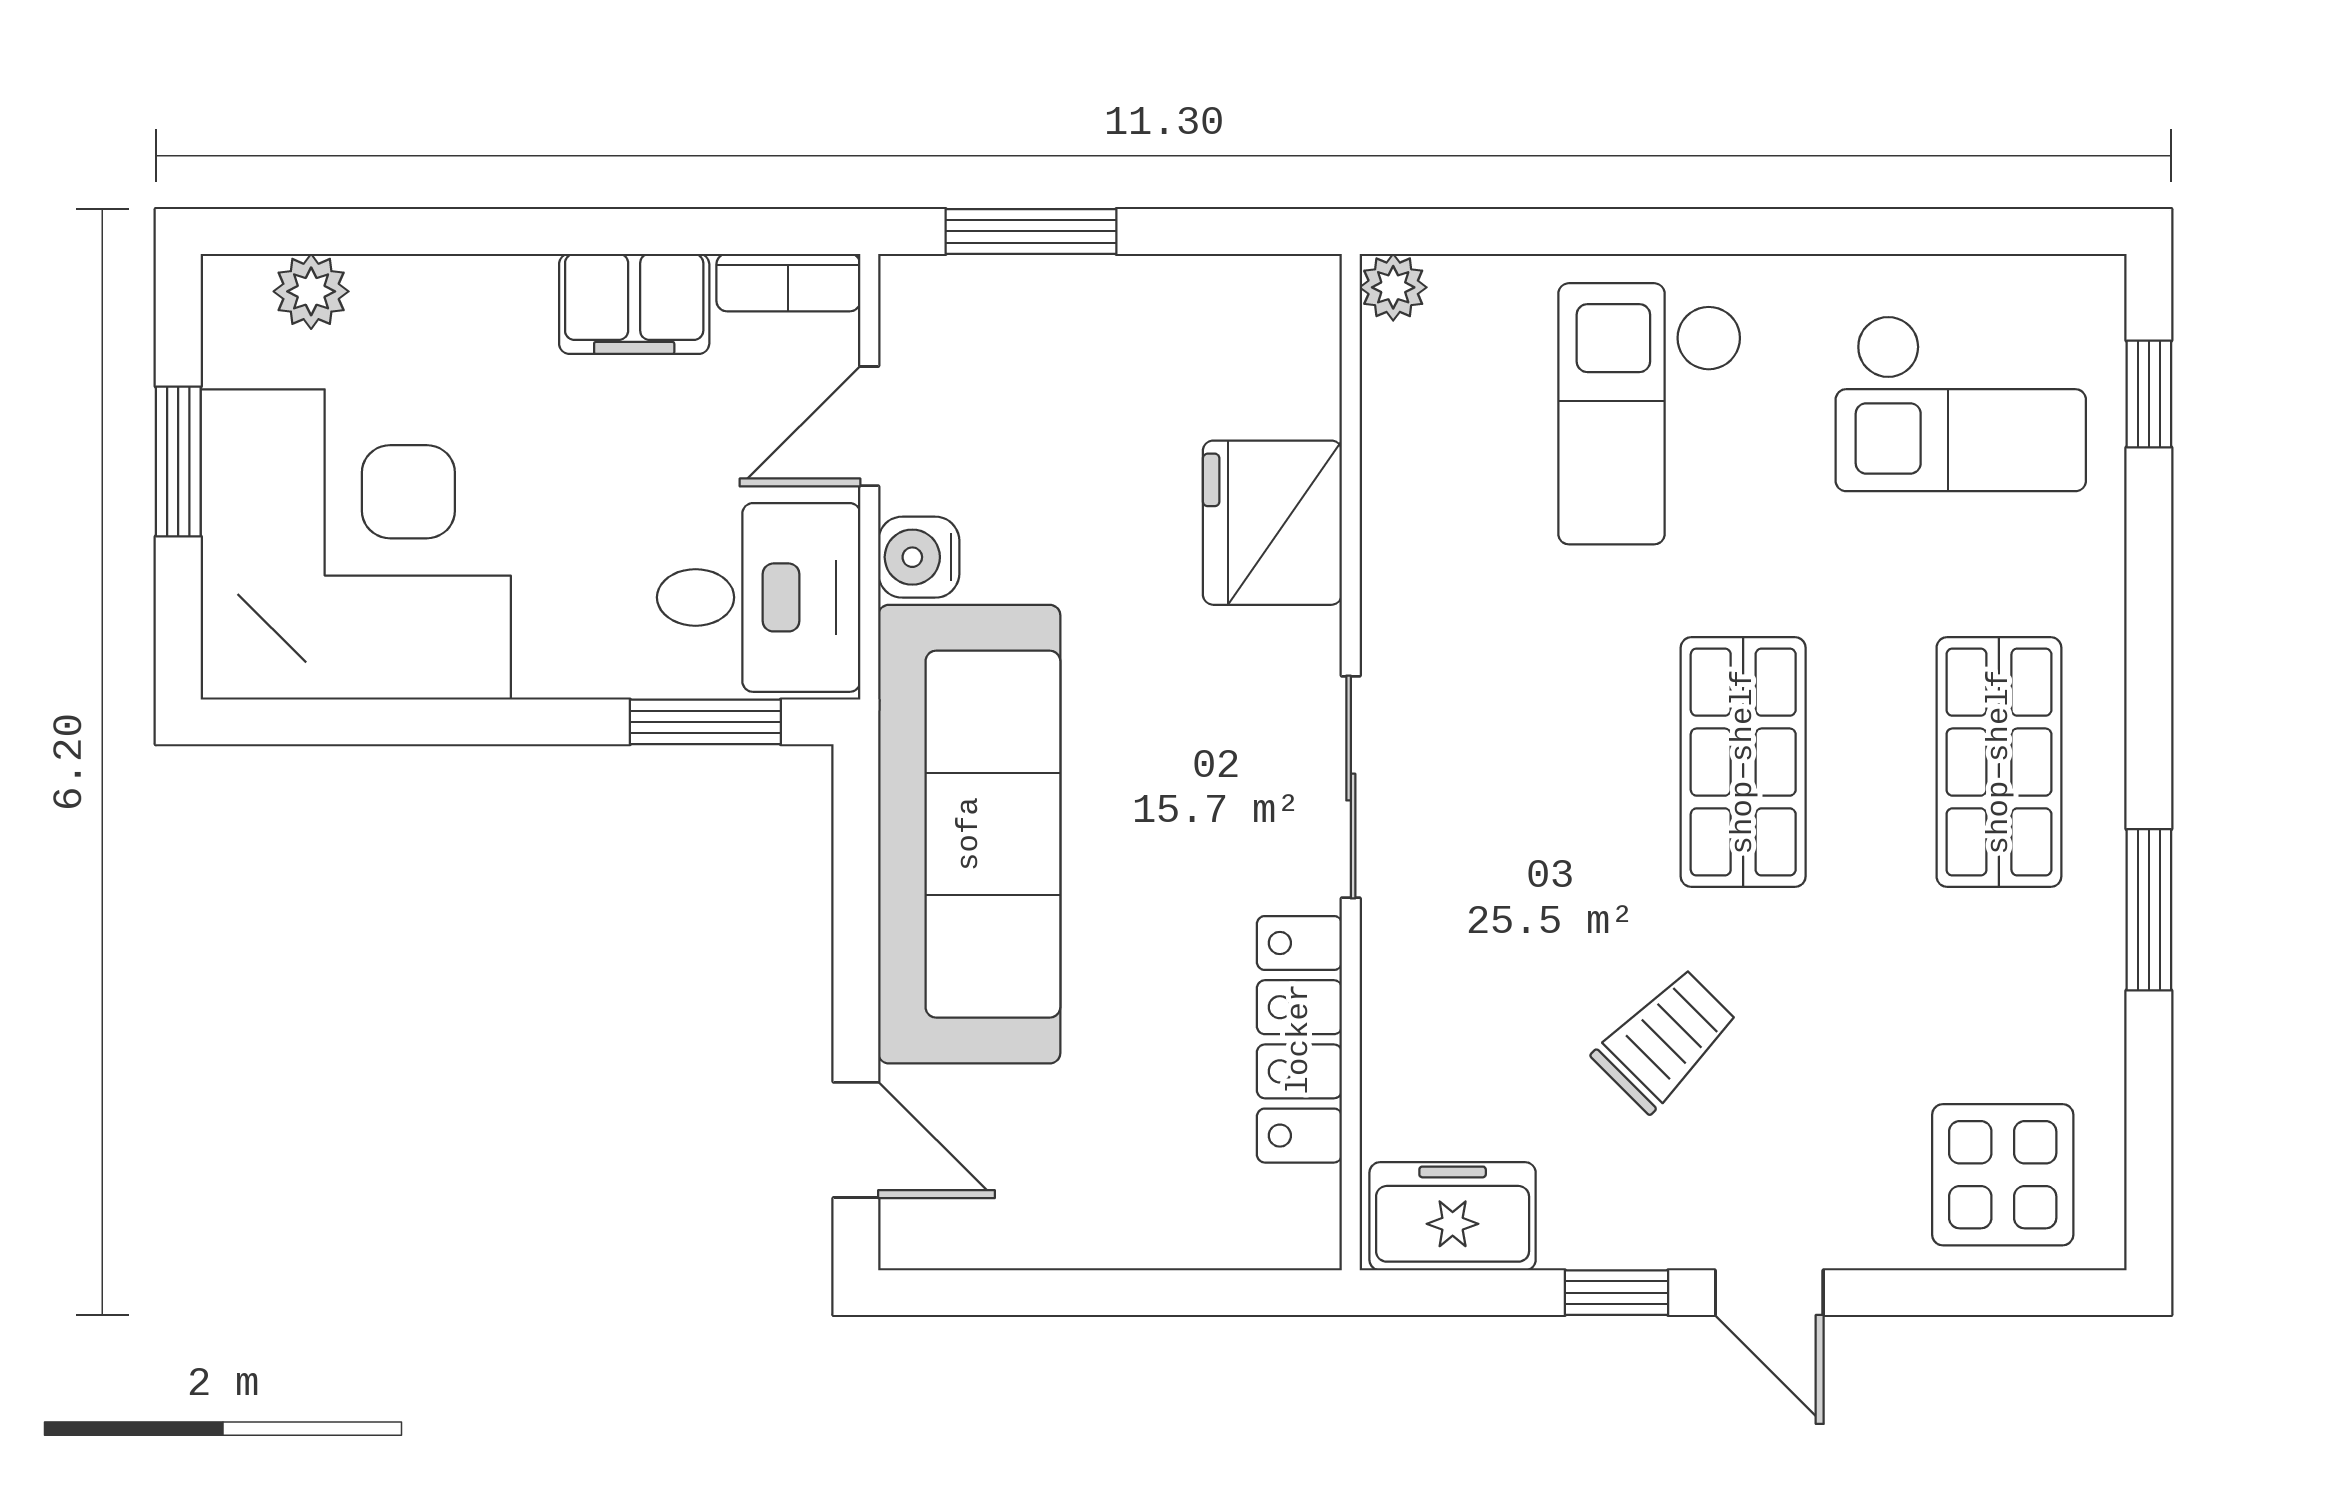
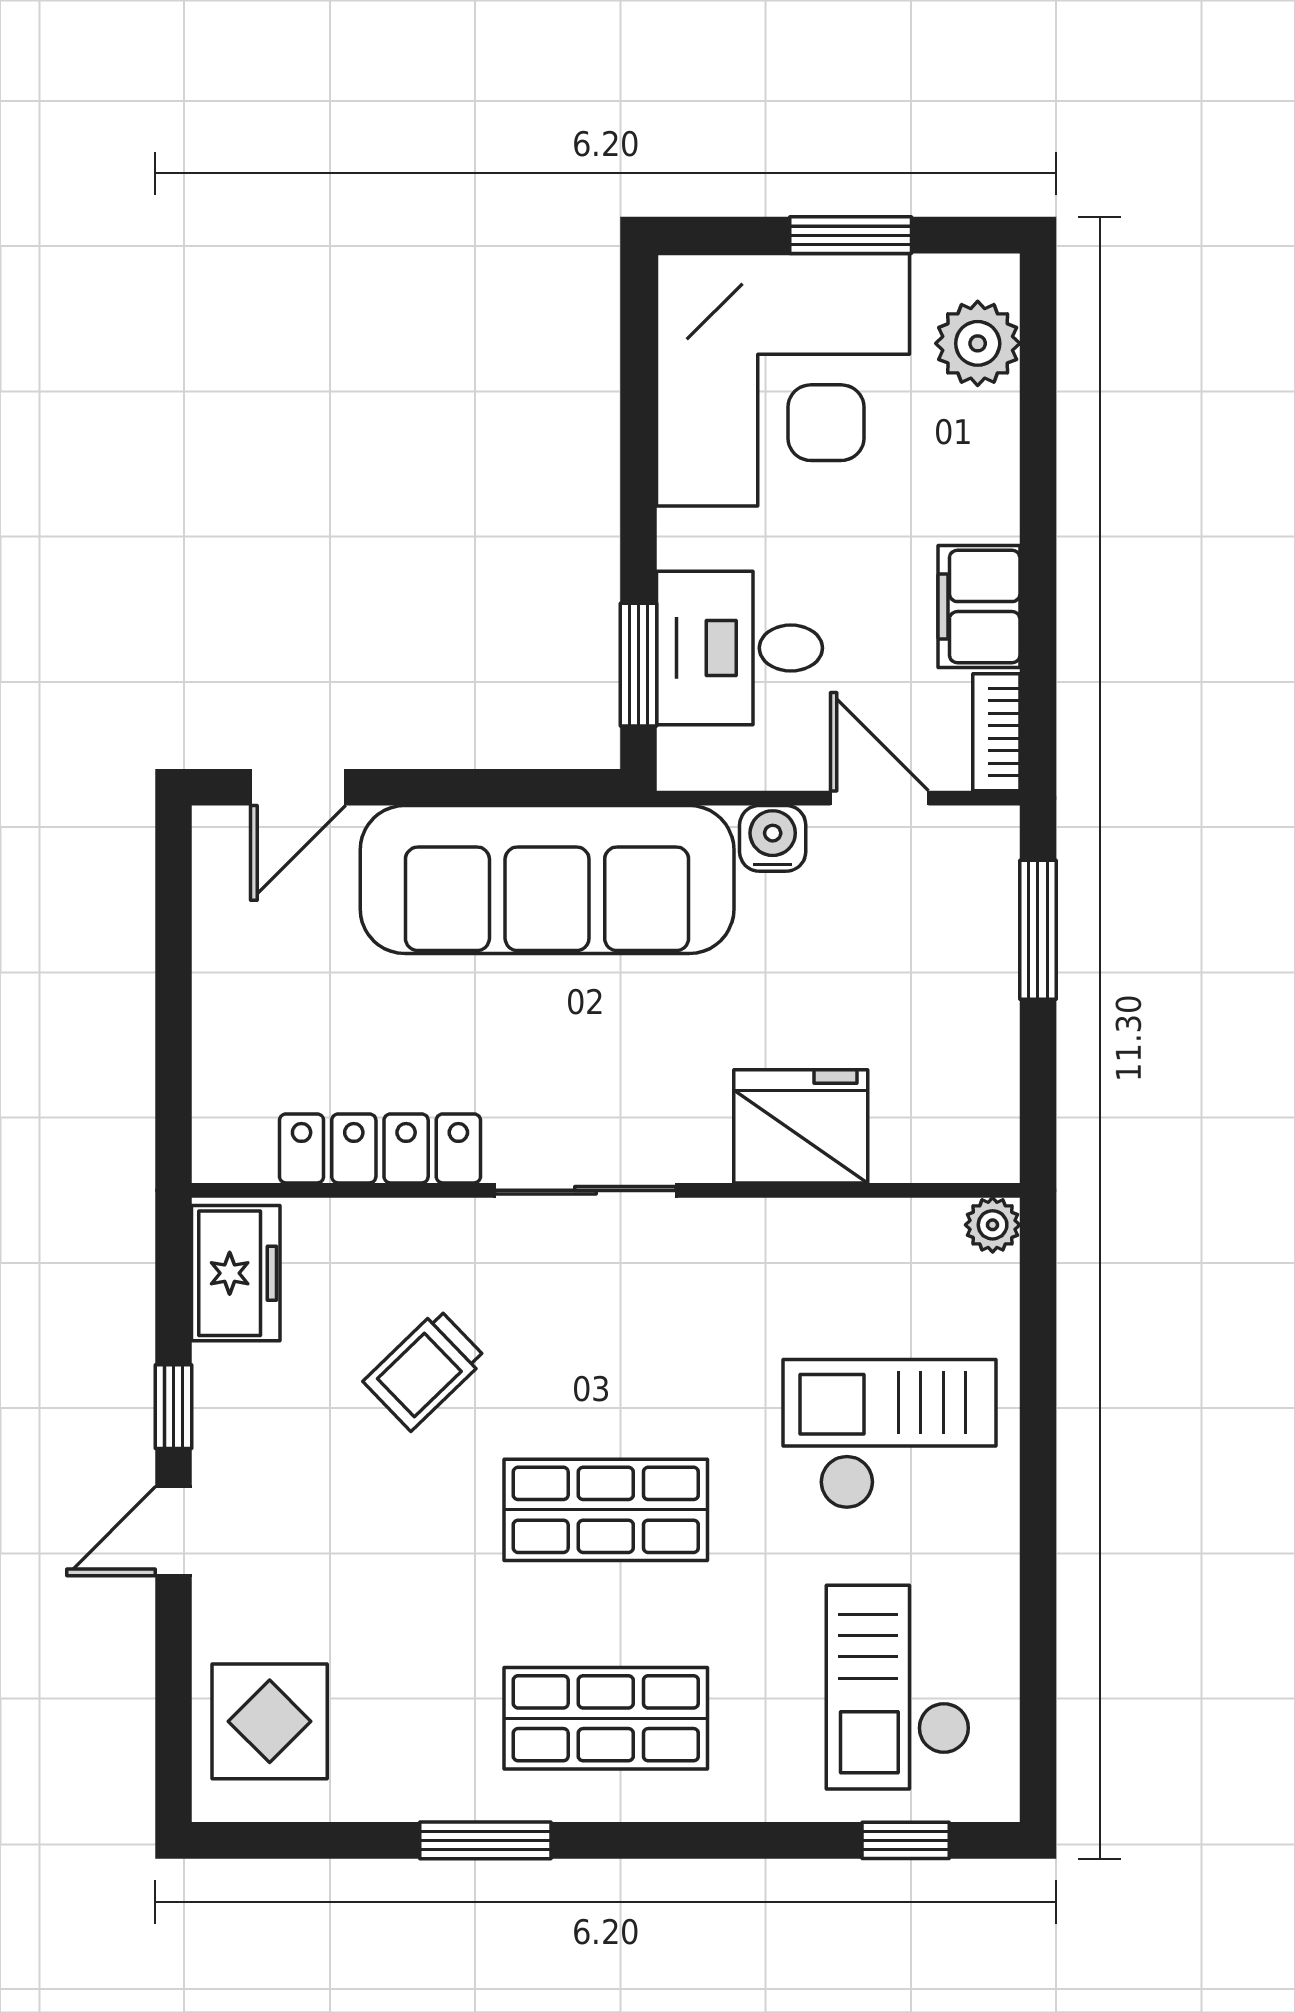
plant: (311, 291) -> (978, 343), width x1.38, depth x1.38
desk: (759, 597) -> (739, 648), moved, turned 90
trolley: (1665, 1040) -> (425, 1370), moved, turned 91

